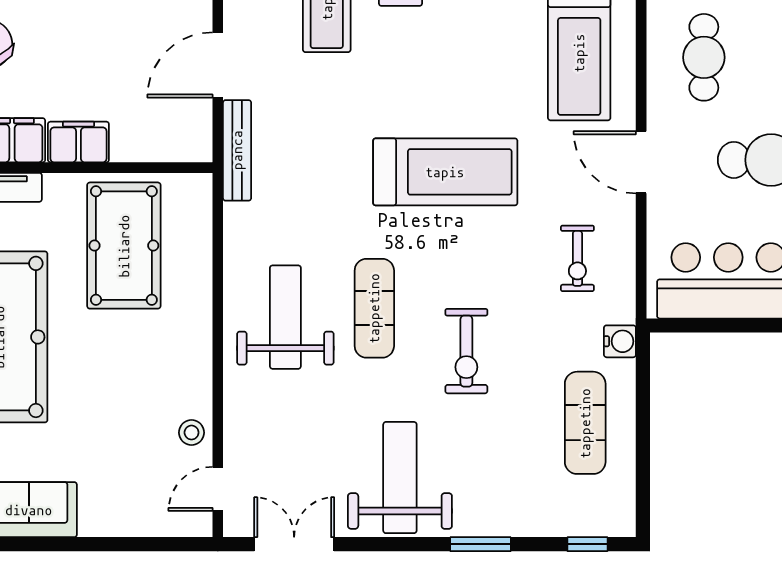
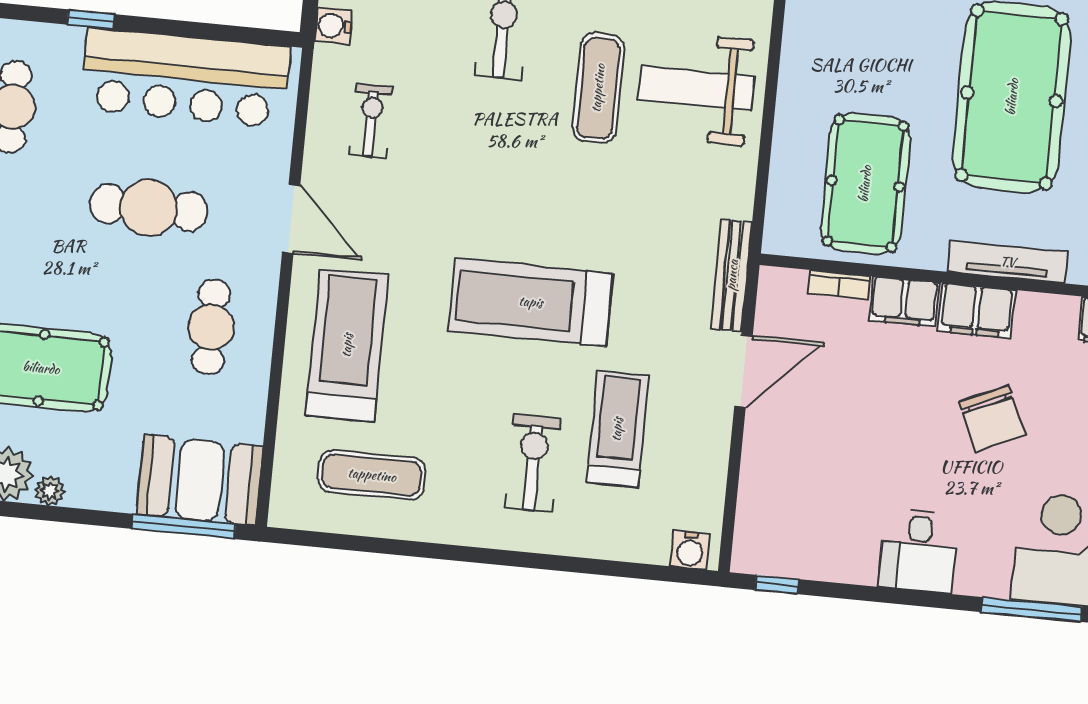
bookcase: (139, 151) -> (839, 285), added
treadmill: (445, 172) -> (531, 302), moved
weight bench: (285, 317) -> (697, 88), turned 90

